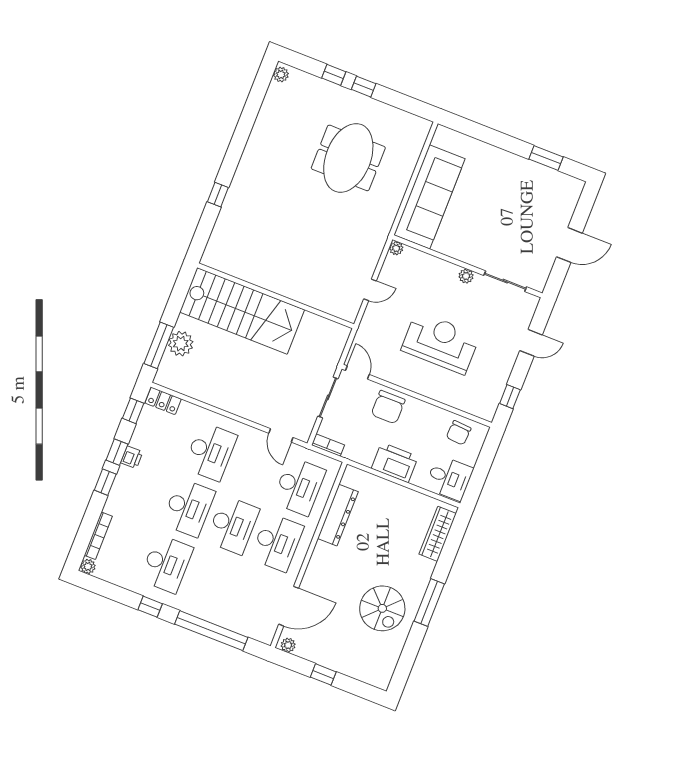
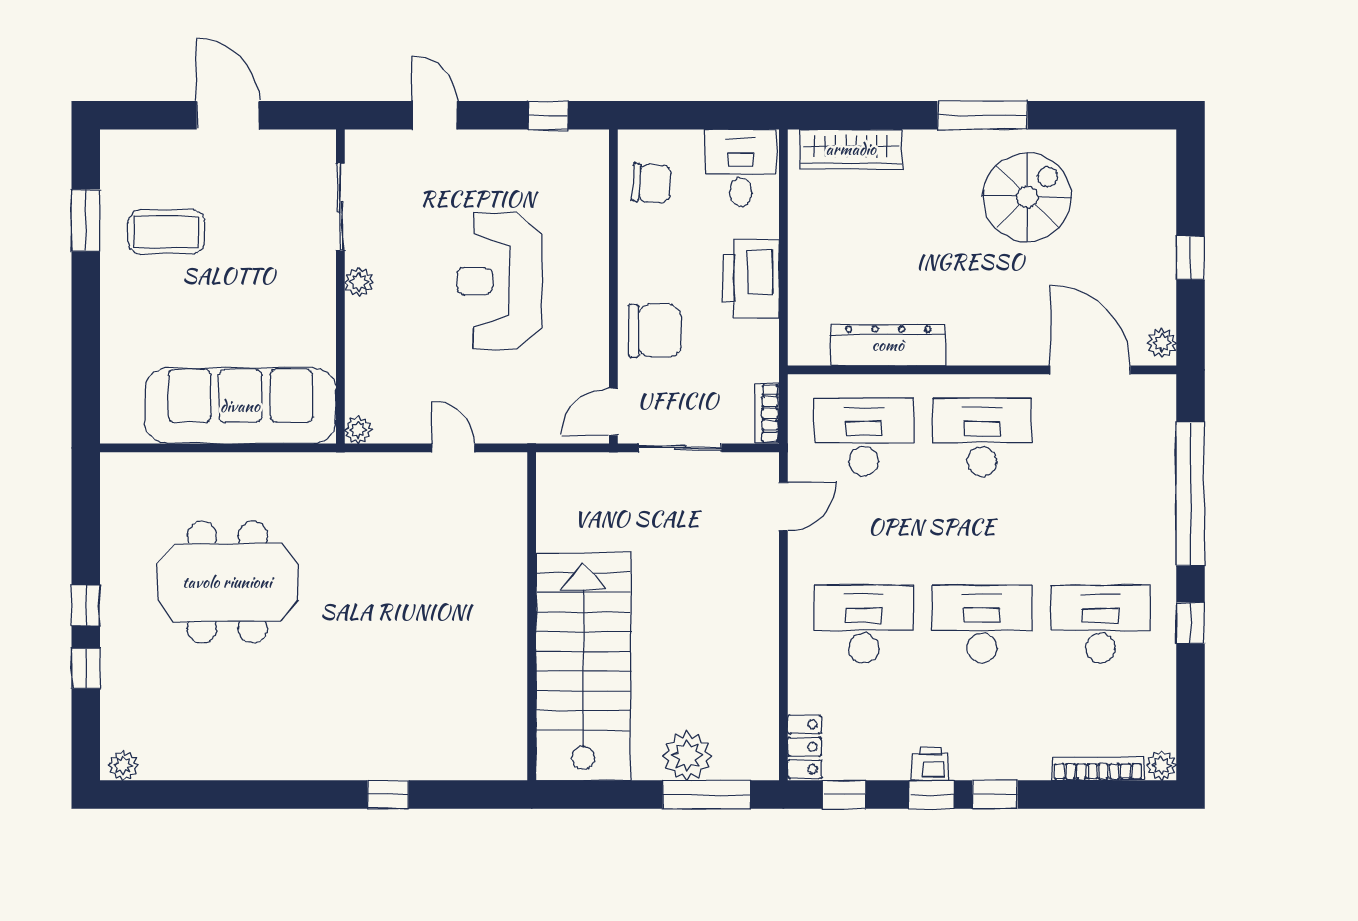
coffee table: (526, 194) -> (166, 232), added
desk: (233, 525) -> (982, 531), removed

